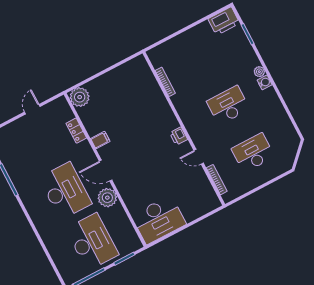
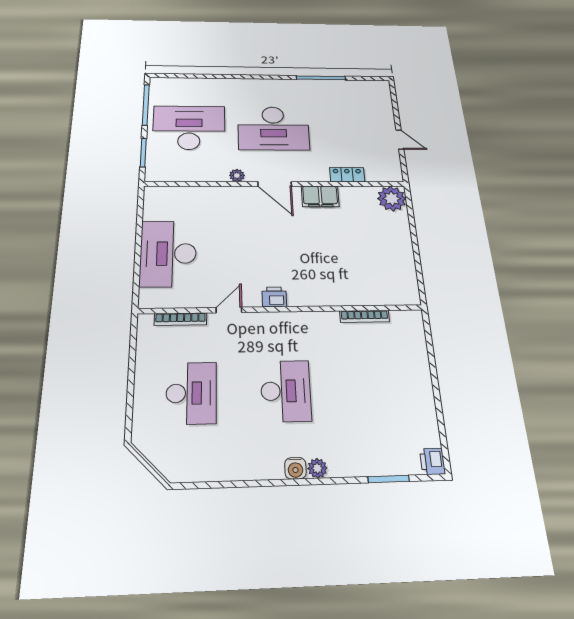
printer: (224, 21) -> (432, 461), width x0.53, depth x0.68
filing cabinet: (100, 140) -> (320, 196), width x2.00
door: (106, 171) -> (275, 184), swing flipped
plant: (107, 198) -> (237, 175), width x0.53, depth x0.53
desk: (159, 220) -> (168, 254), moved
desk: (92, 242) -> (189, 128), turned 180

